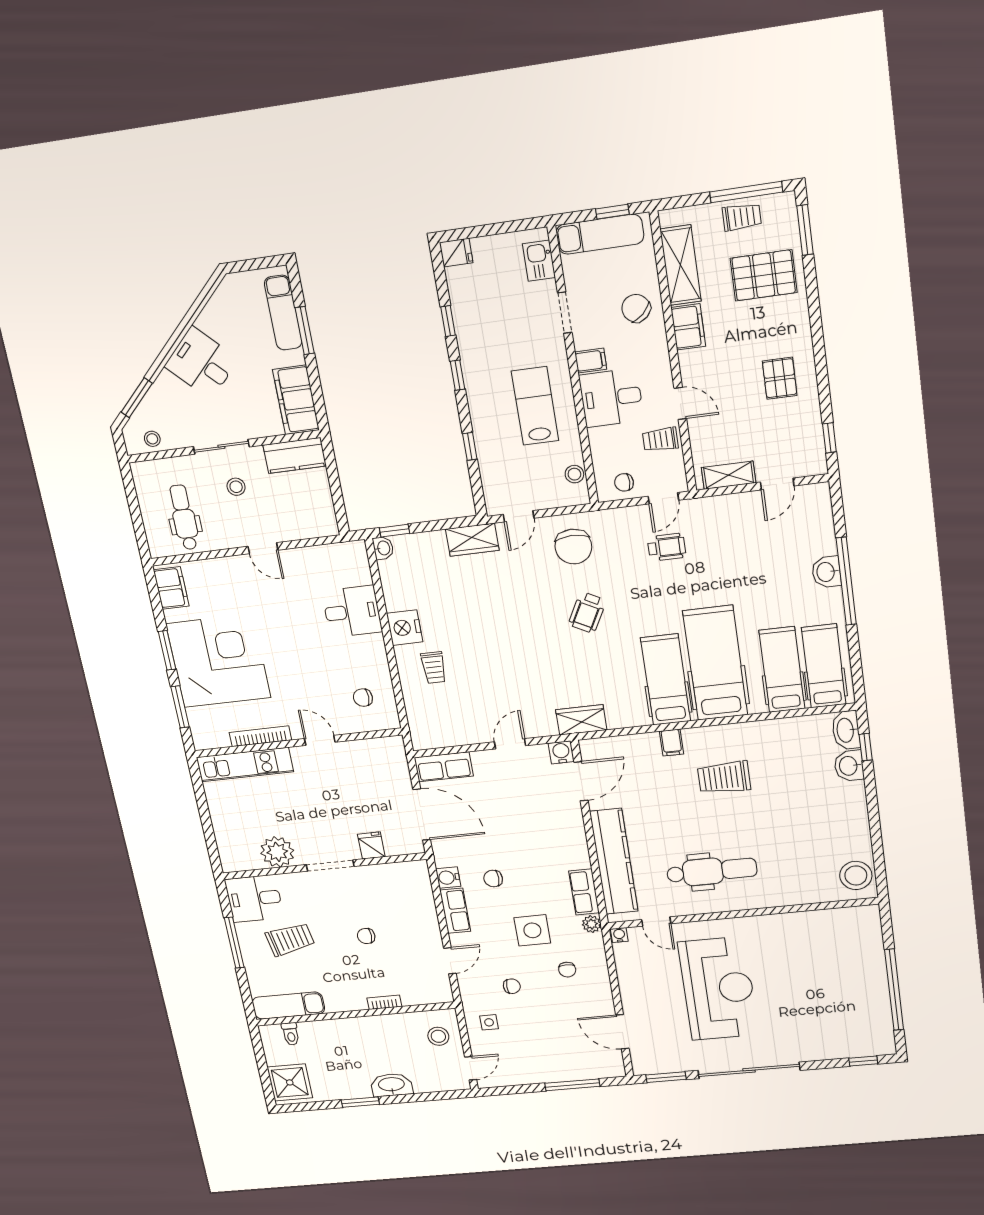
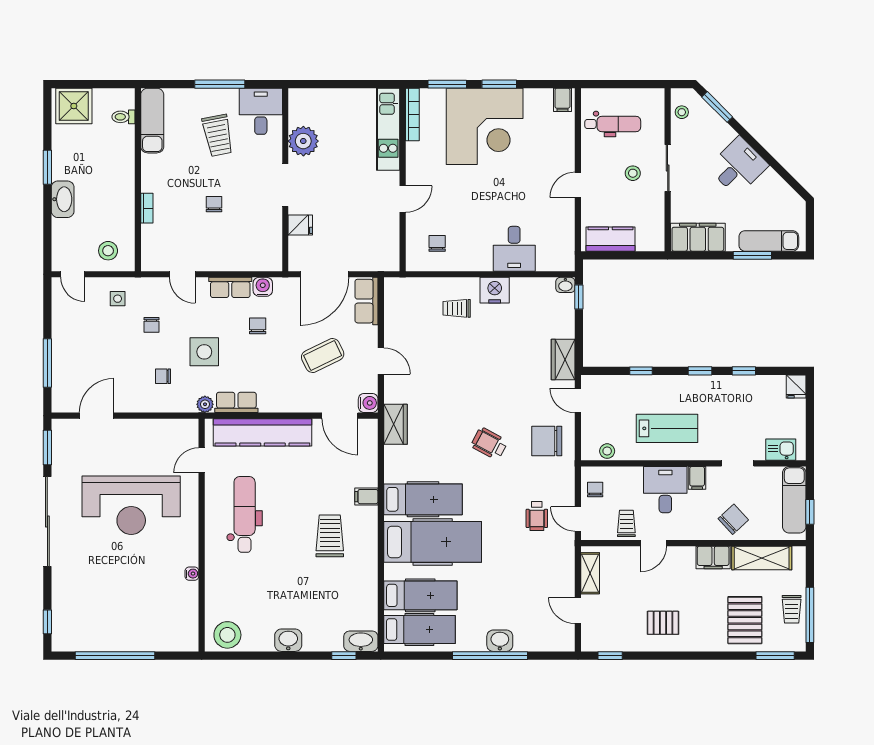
kitchen counter: (295, 455) -> (610, 239), moved, turned 90
filing cabinet: (171, 588) -> (562, 100), width x0.50
bookcase: (260, 736) -> (412, 114), moved
washbasin: (849, 766) -> (288, 640), moved
coffee table: (515, 807) -> (323, 356), added
dental chair: (712, 871) -> (245, 514), turned 180
water cooler: (619, 935) -> (192, 574), moved

